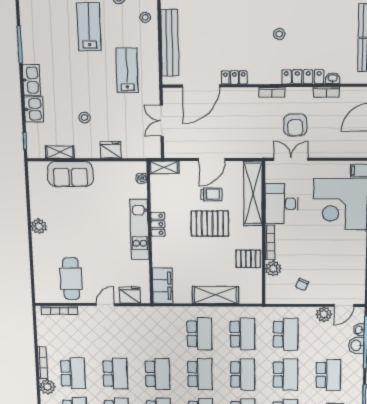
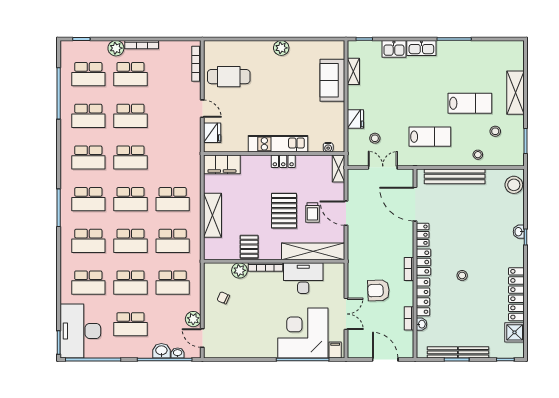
locker: (264, 76) -> (423, 262), added
stool: (85, 118) -> (375, 138), moved
double door: (291, 159) -> (346, 314), moved

